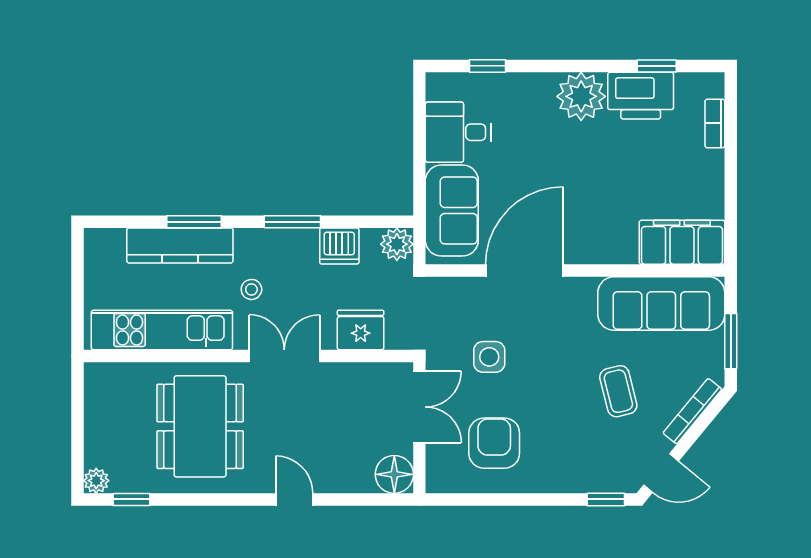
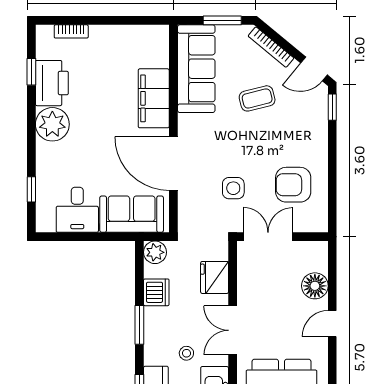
filing cabinet: (682, 242) -> (154, 98), moved
door: (661, 473) -> (314, 69), swing flipped
floor lamp: (394, 474) -> (315, 286), moved

